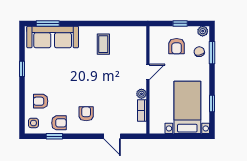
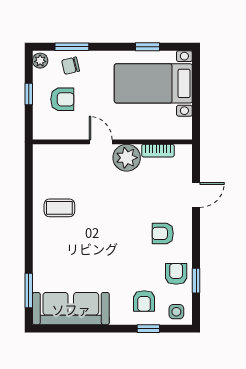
sofa: (53, 37) -> (71, 309), moved, turned -90
window: (22, 69) -> (148, 329), moved
plant: (141, 94) -> (127, 158), width x1.88, depth x1.88

